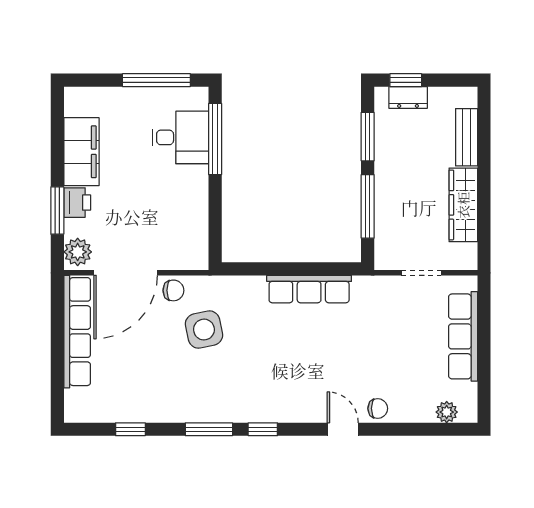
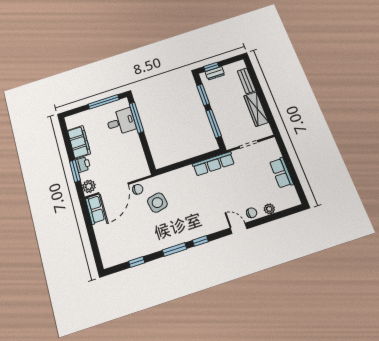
row of seats: (309, 289) -> (214, 164), moved
row of seats: (77, 332) -> (95, 210), width x0.50
row of seats: (463, 336) -> (281, 173), width x0.68
plant: (447, 412) -> (269, 209), moved

